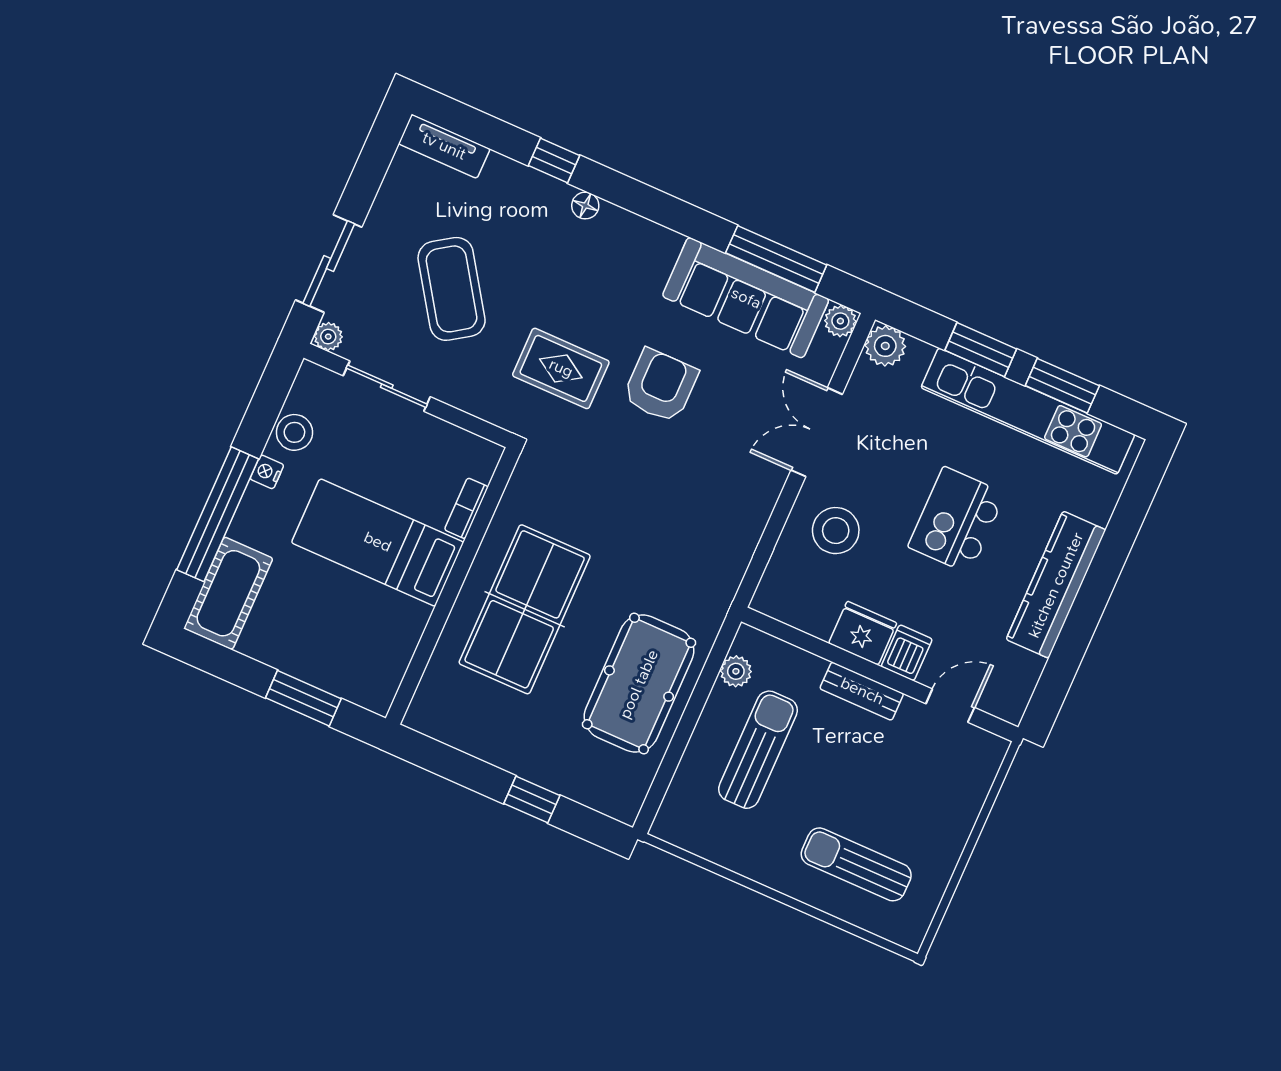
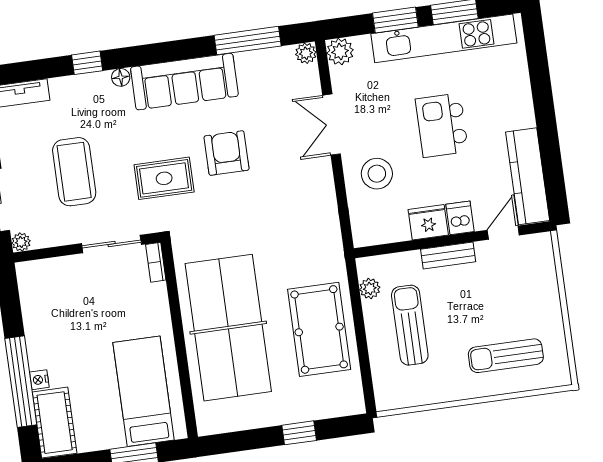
coffee table: (452, 289) -> (74, 172), turned 34
sofa: (746, 298) -> (184, 82), moved
sliding door: (387, 386) -> (112, 244), moved
stool: (294, 432) -> (36, 308), removed
nightstand: (267, 472) -> (39, 380), moved
bookcase: (466, 508) -> (156, 262), moved
bed: (378, 542) -> (144, 391), moved, turned 90
kitchen counter: (1056, 585) -> (528, 176), moved
table tennis table: (525, 609) -> (228, 328), width x1.36, depth x1.32

